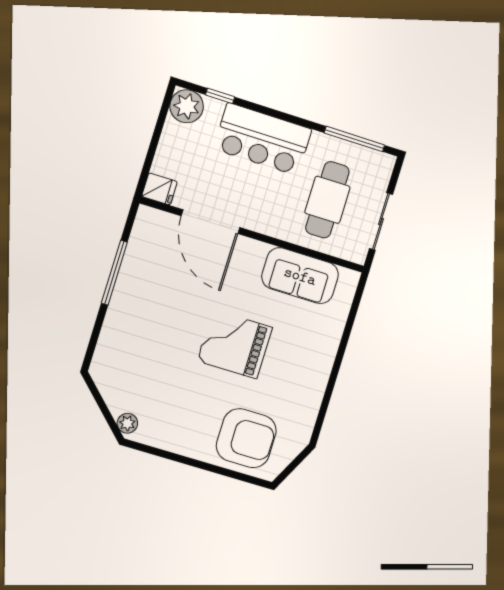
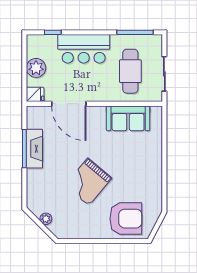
plant: (187, 106) -> (36, 68), moved
fireplace: (131, 278) -> (34, 149), added
grand piano: (235, 344) -> (88, 182), moved, turned -50
plant: (127, 423) -> (46, 219), moved

